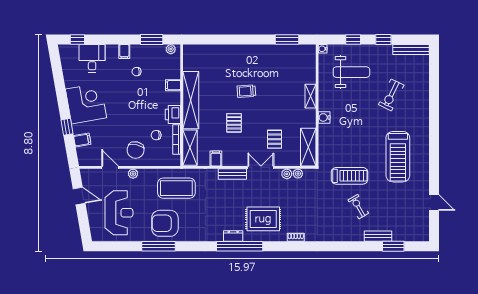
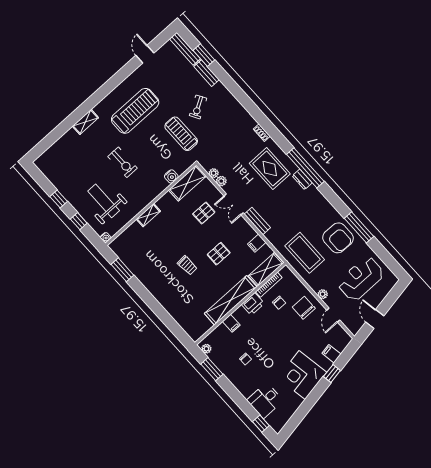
bench: (411, 49) -> (185, 49), moved
filing cabinet: (124, 52) -> (239, 381), removed
exercise bike: (391, 95) -> (123, 162), moved, turned 64
shelving: (423, 112) -> (85, 122), added
water cooler: (324, 117) -> (171, 176), moved
chair: (136, 150) -> (304, 308), turned -103

